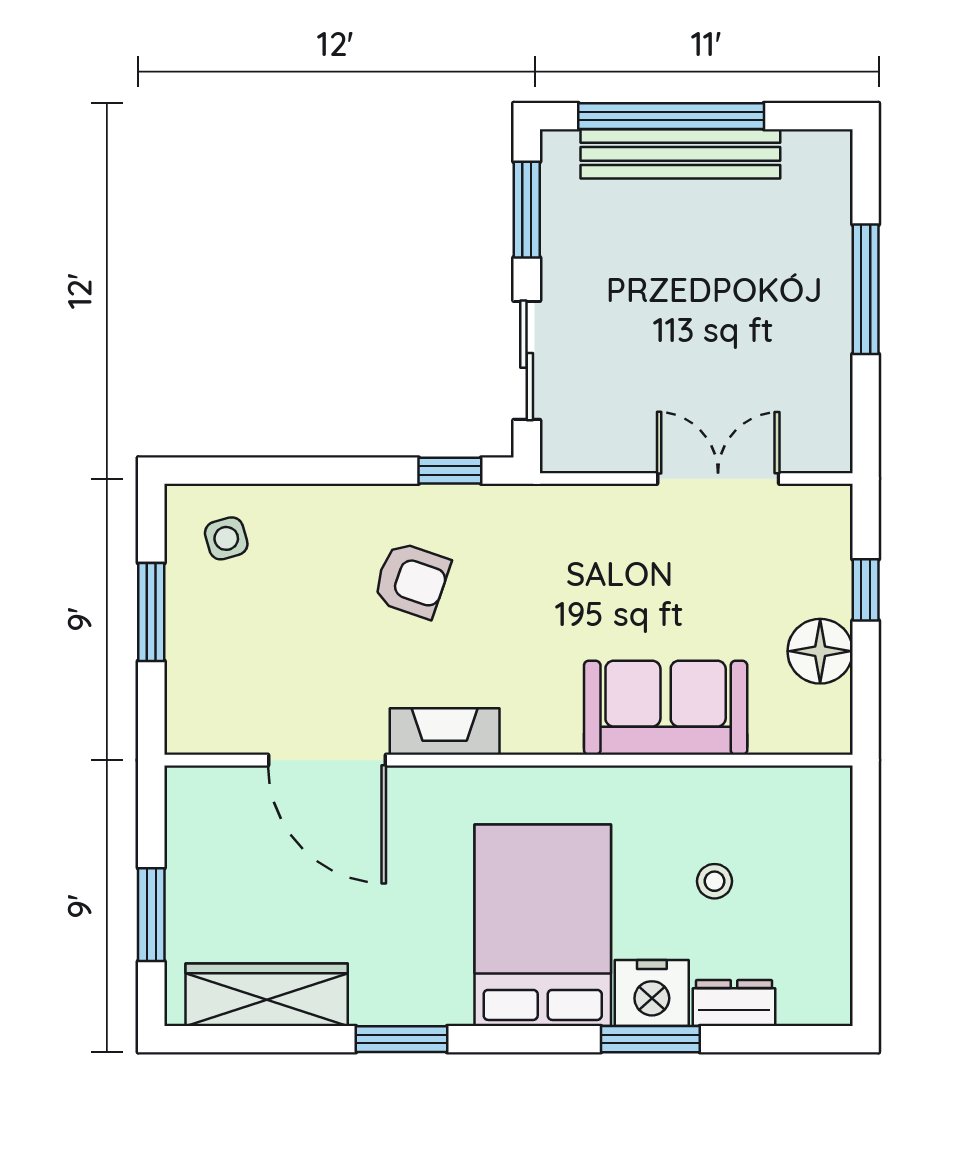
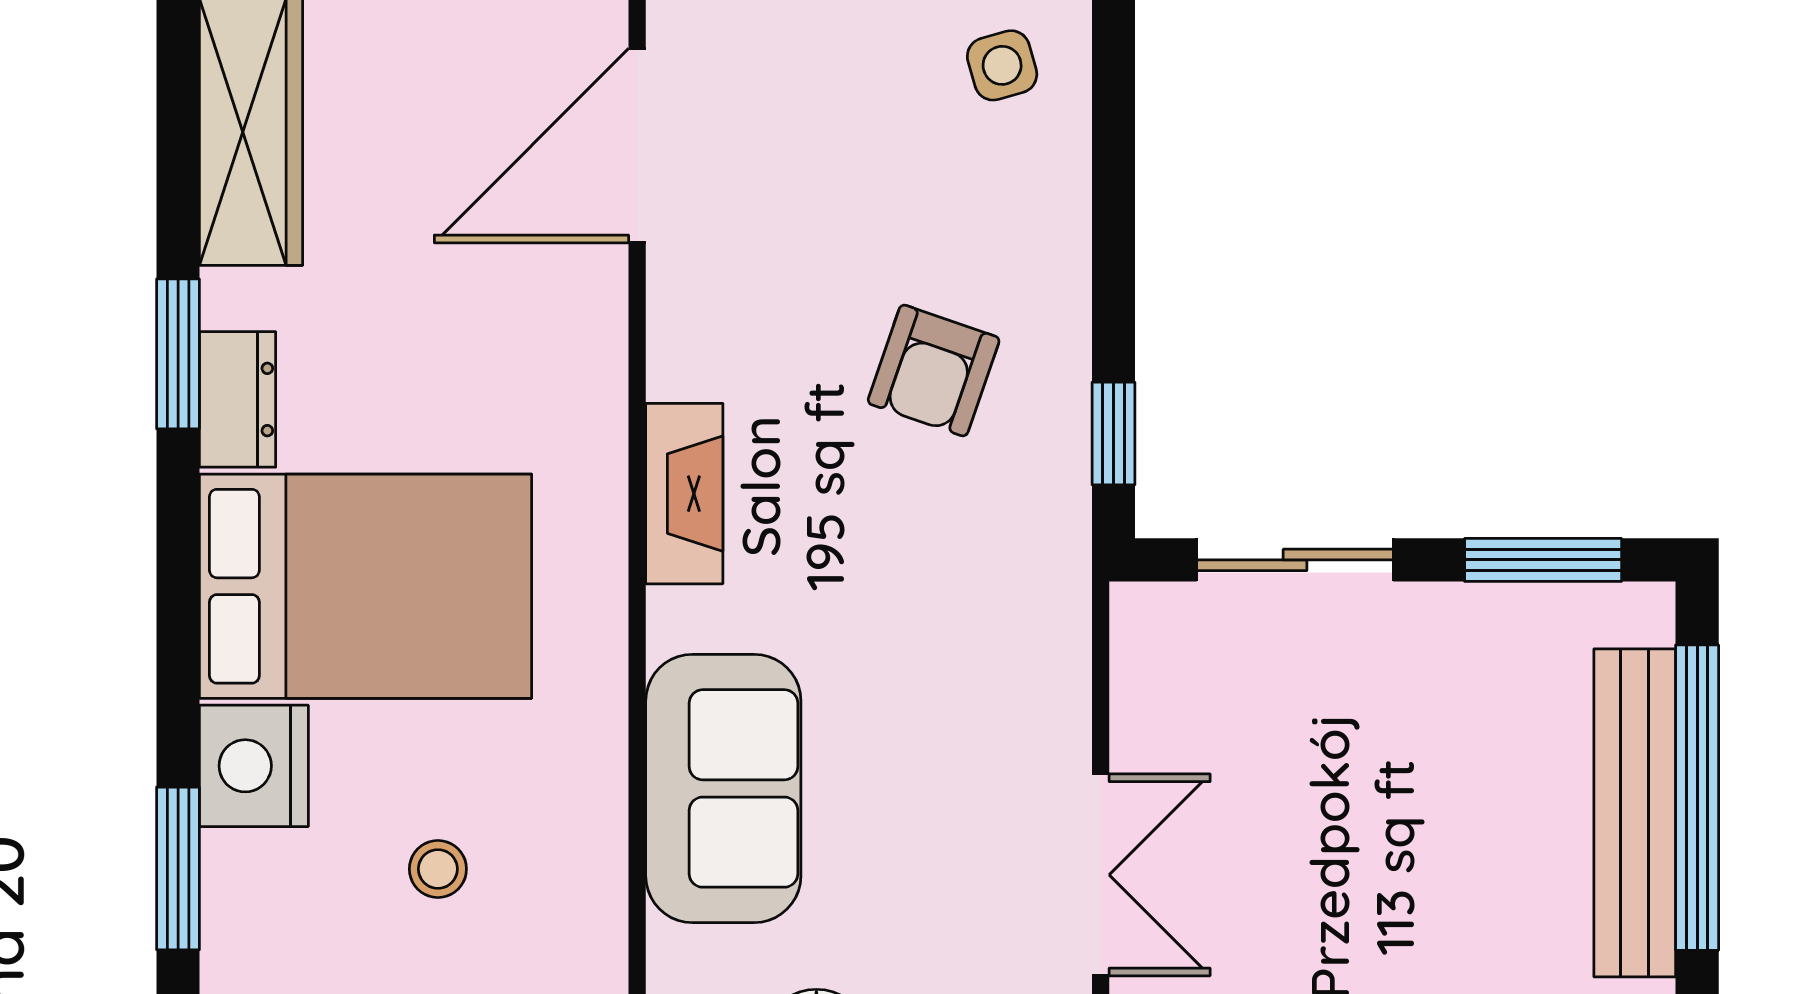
fireplace: (445, 731) -> (684, 494), moved
door: (327, 760) -> (637, 146), moved
dresser: (734, 1003) -> (238, 399), moved
window: (650, 1039) -> (178, 868), moved

